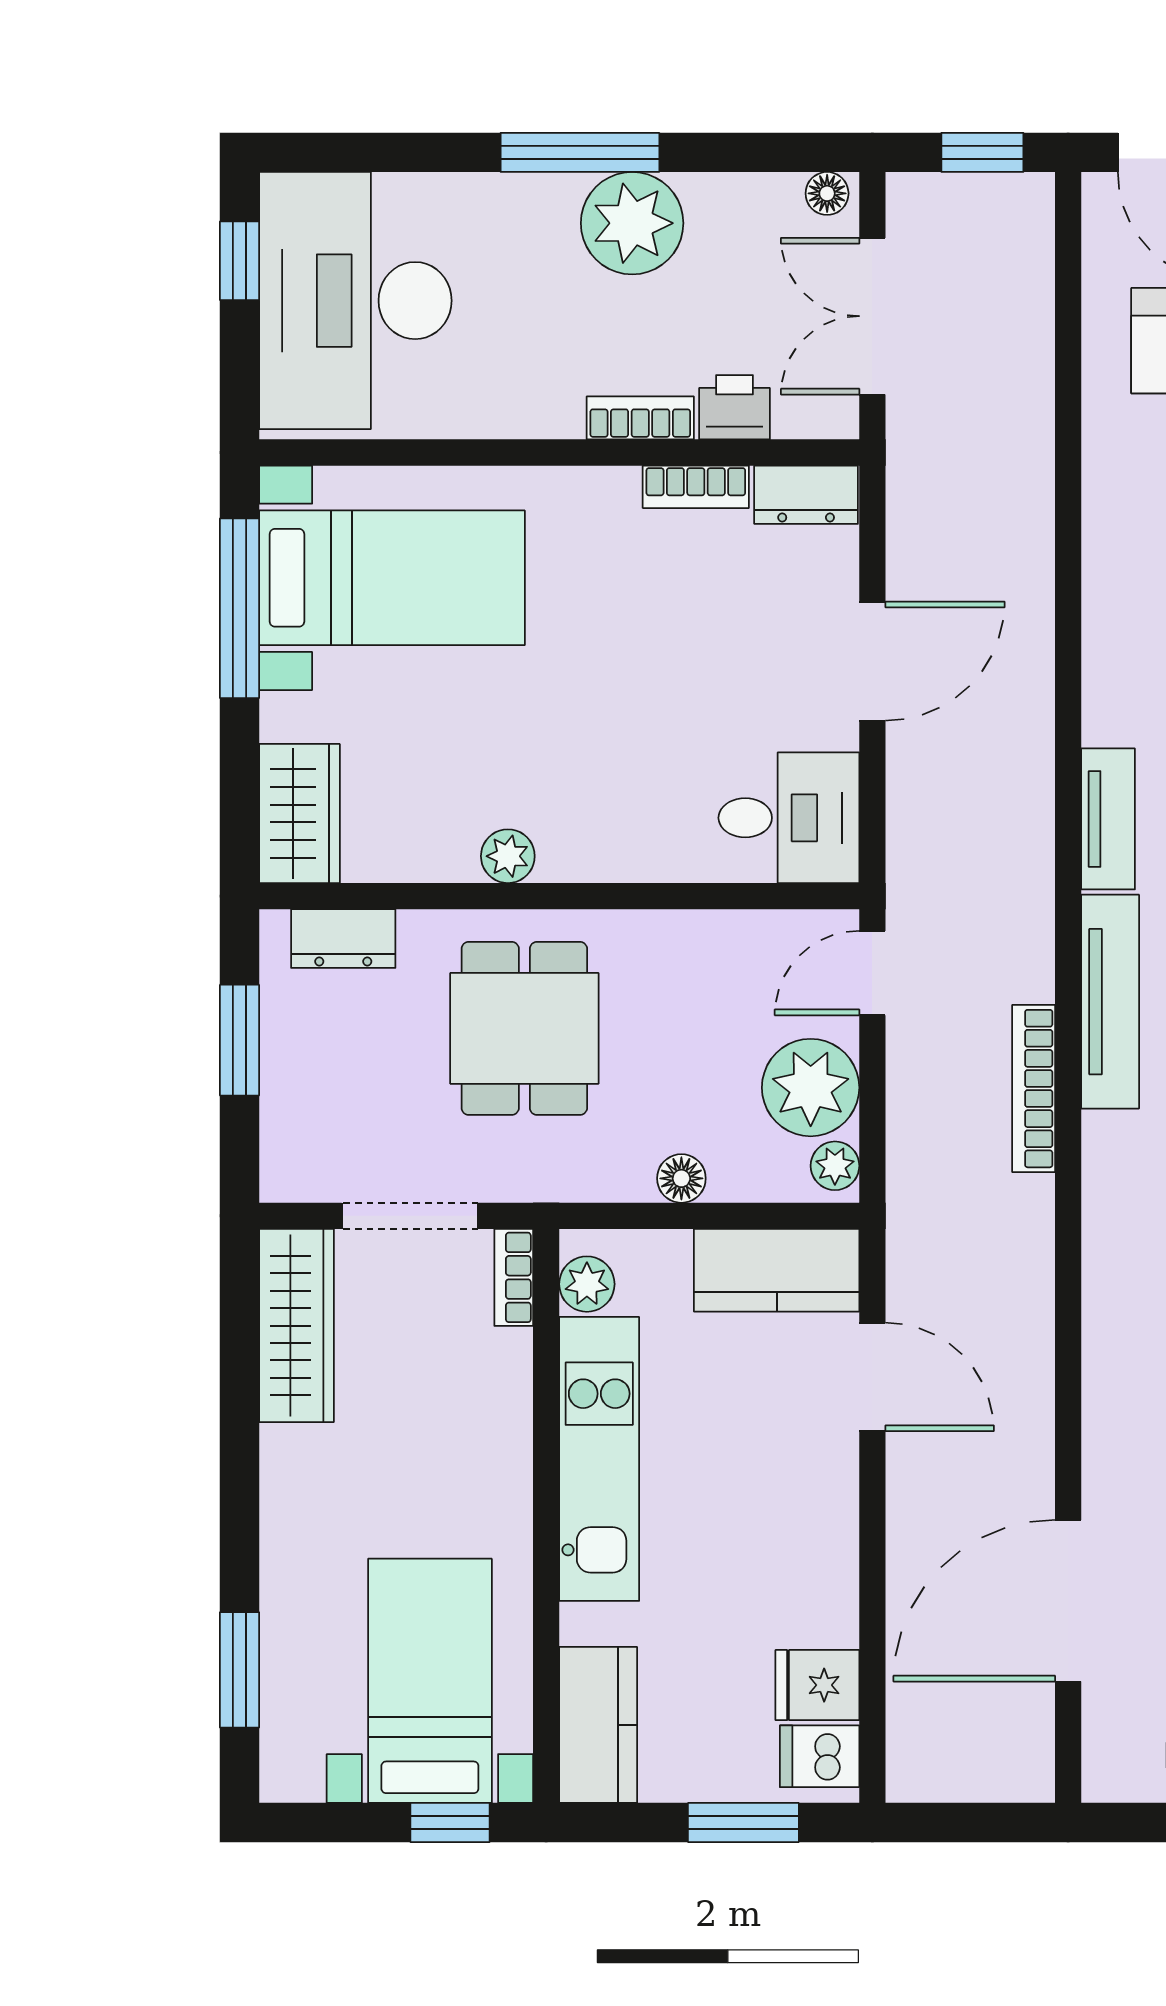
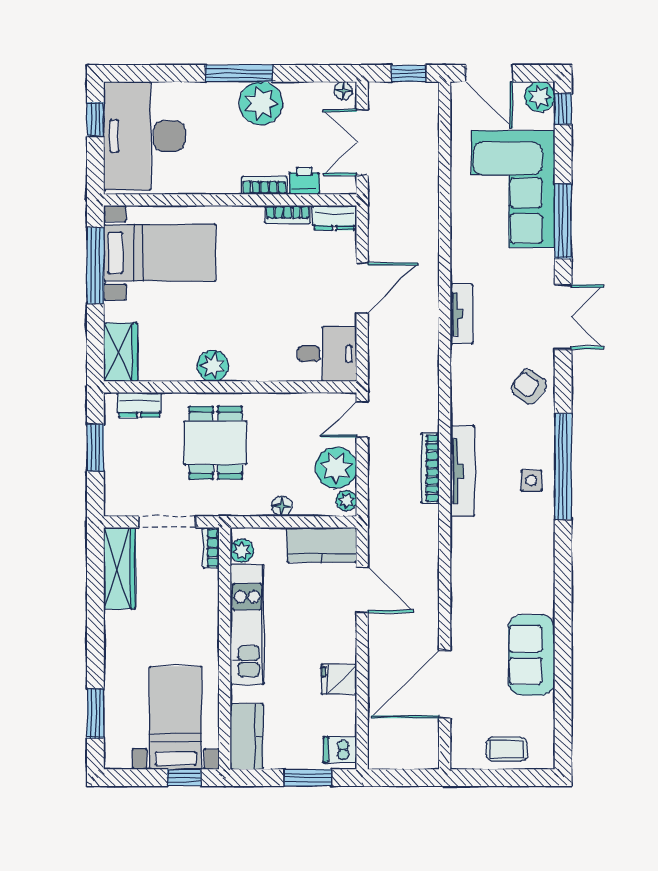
tv unit: (1108, 819) -> (462, 314), moved
plant: (508, 856) -> (213, 366), width x1.38, depth x1.38
tv unit: (1110, 1002) -> (462, 471), moved
fridge: (817, 1685) -> (339, 679), moved

